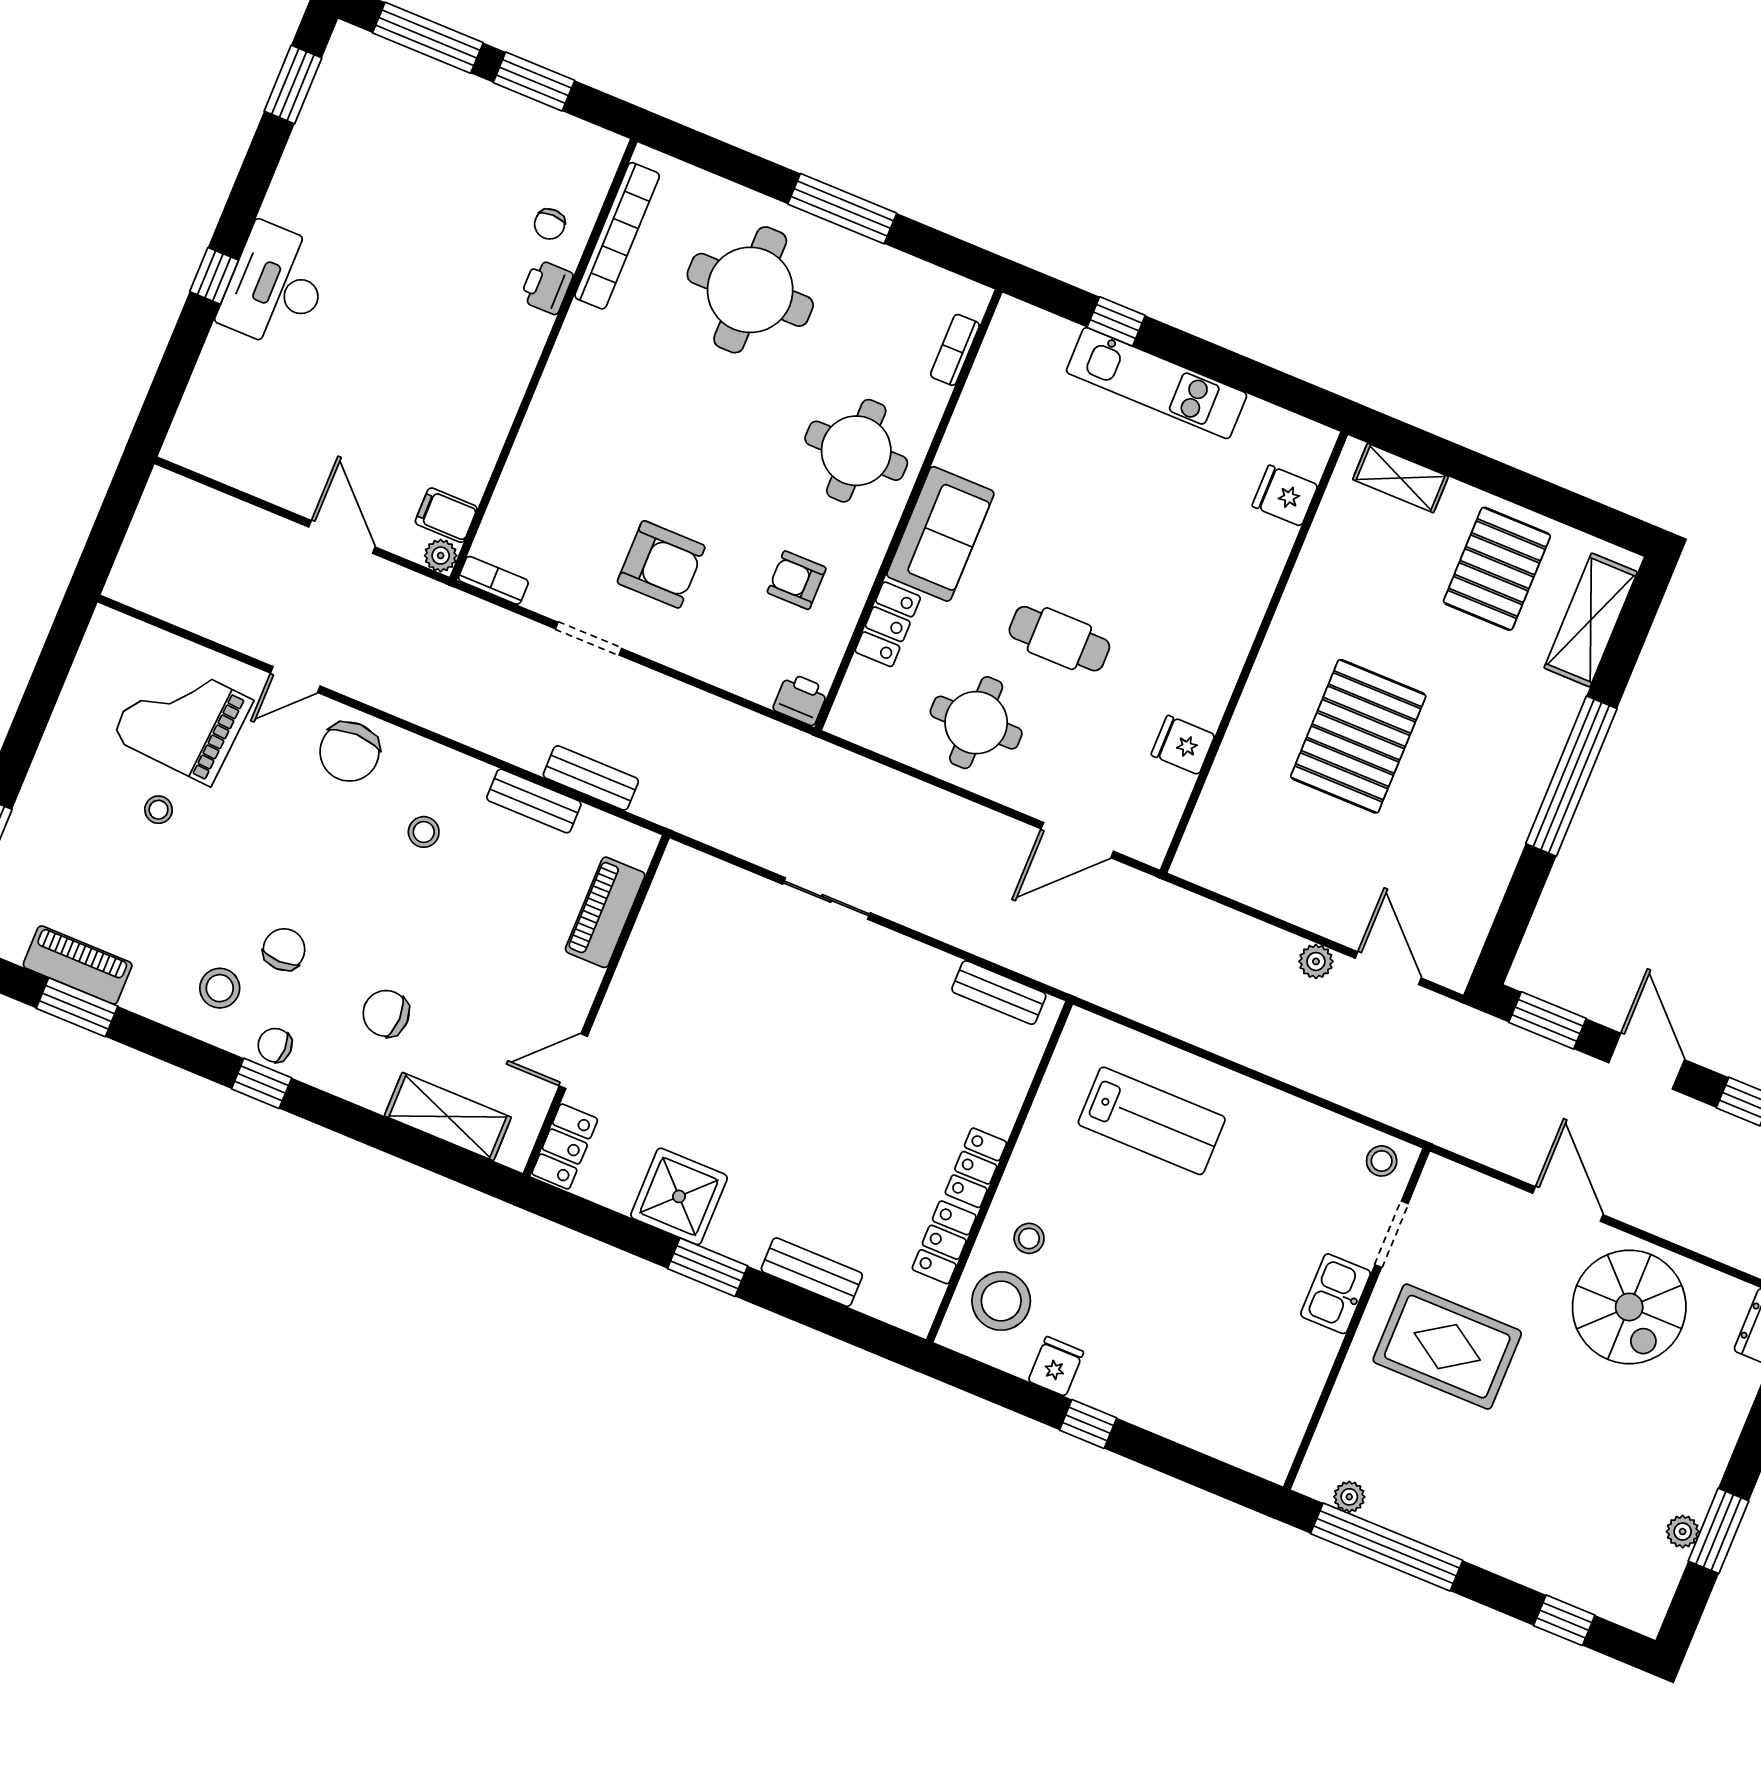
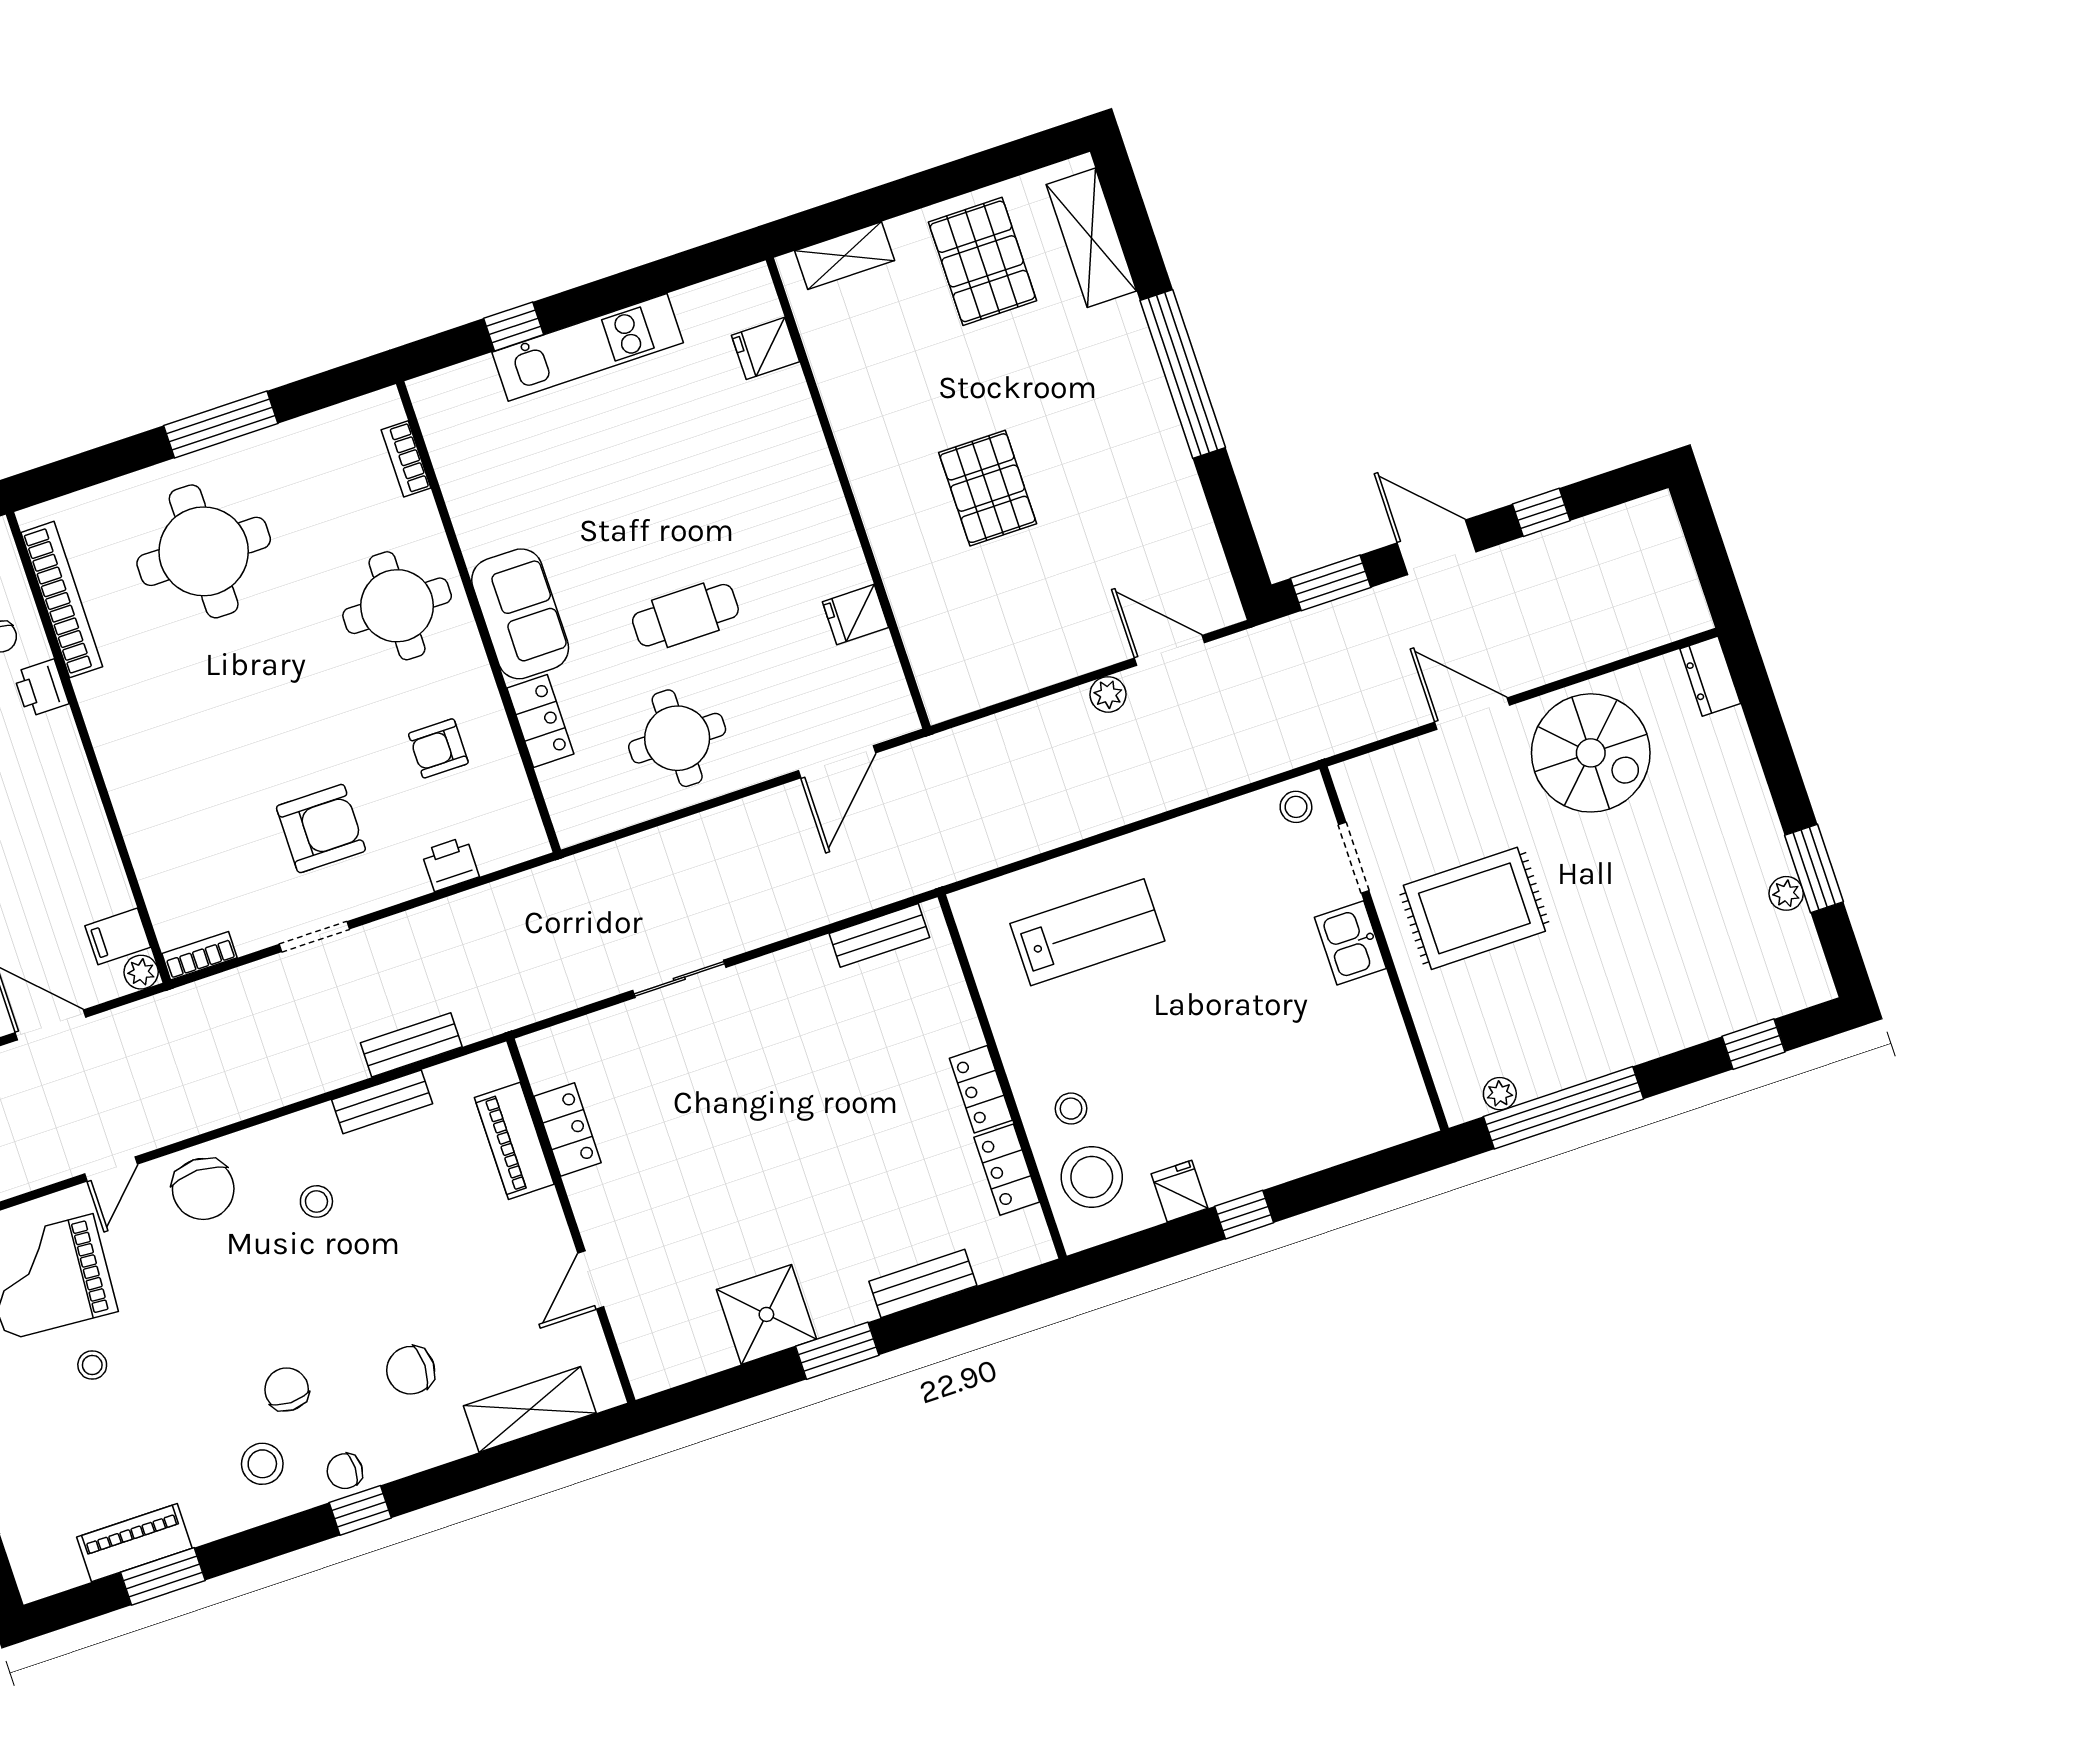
printer: (801, 699) -> (450, 864), moved
pallet: (1358, 736) -> (988, 488), width x0.73, depth x0.71
locker: (565, 1146) -> (568, 1130), moved

